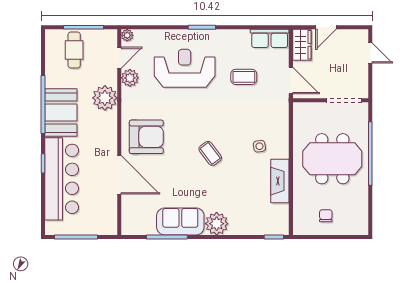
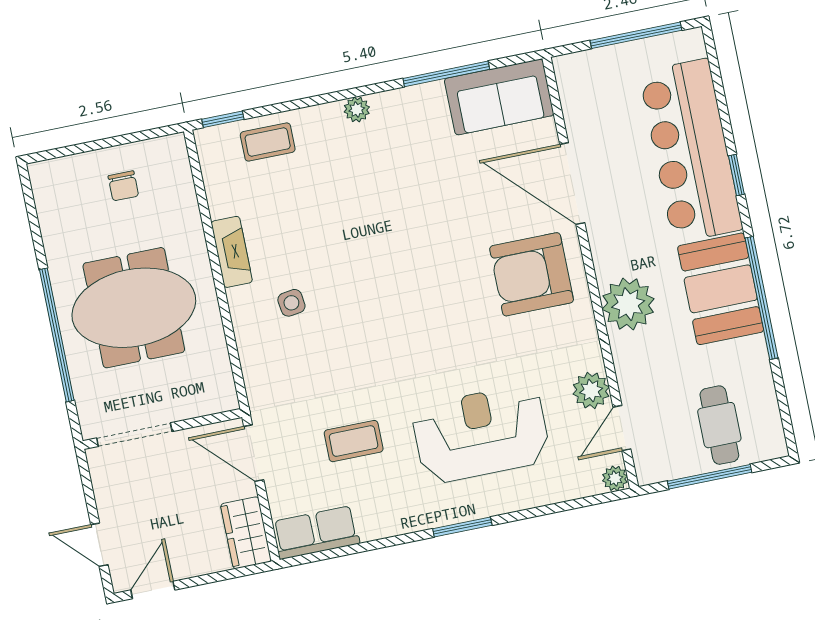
door: (326, 27) -> (153, 590), moved
reception desk: (185, 68) -> (481, 434), turned 180
plant: (105, 98) -> (628, 304), moved
coffee table: (210, 153) -> (268, 142), moved, turned -53
fireplace: (280, 181) -> (232, 252), width x0.73, depth x0.76
sofa: (180, 221) -> (499, 97), moved
plant: (217, 224) -> (357, 109), width x0.53, depth x0.53

